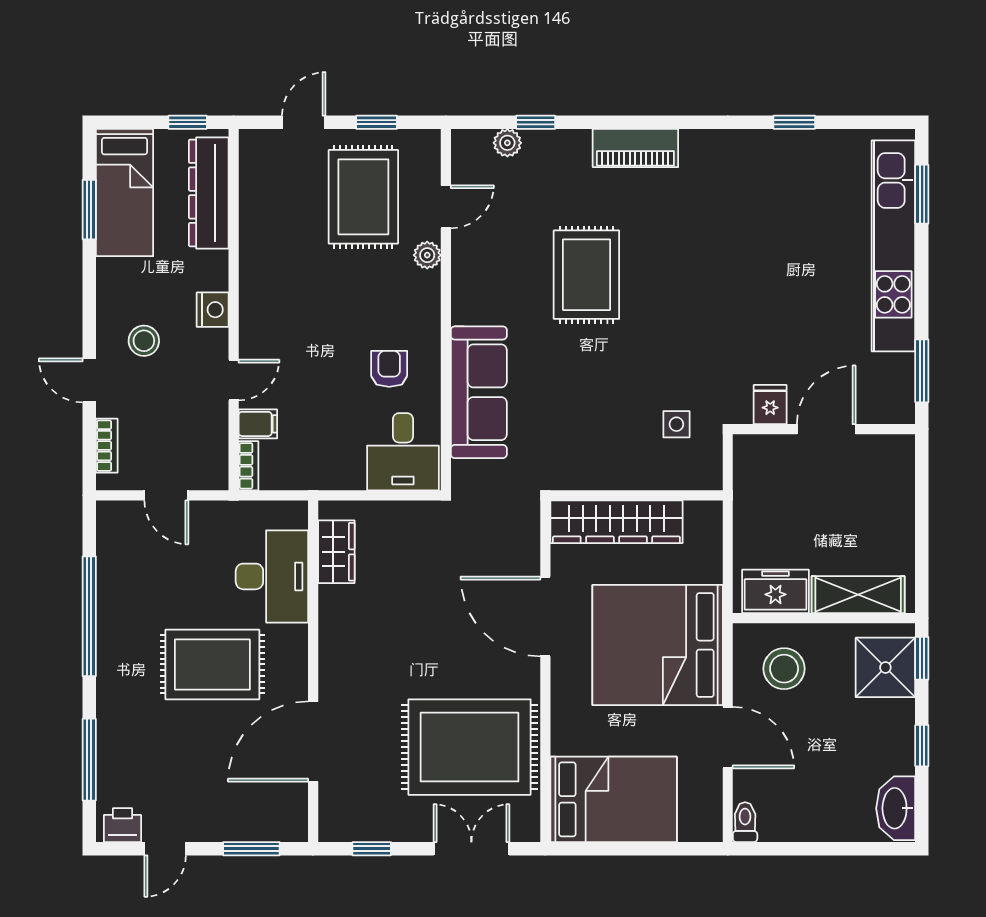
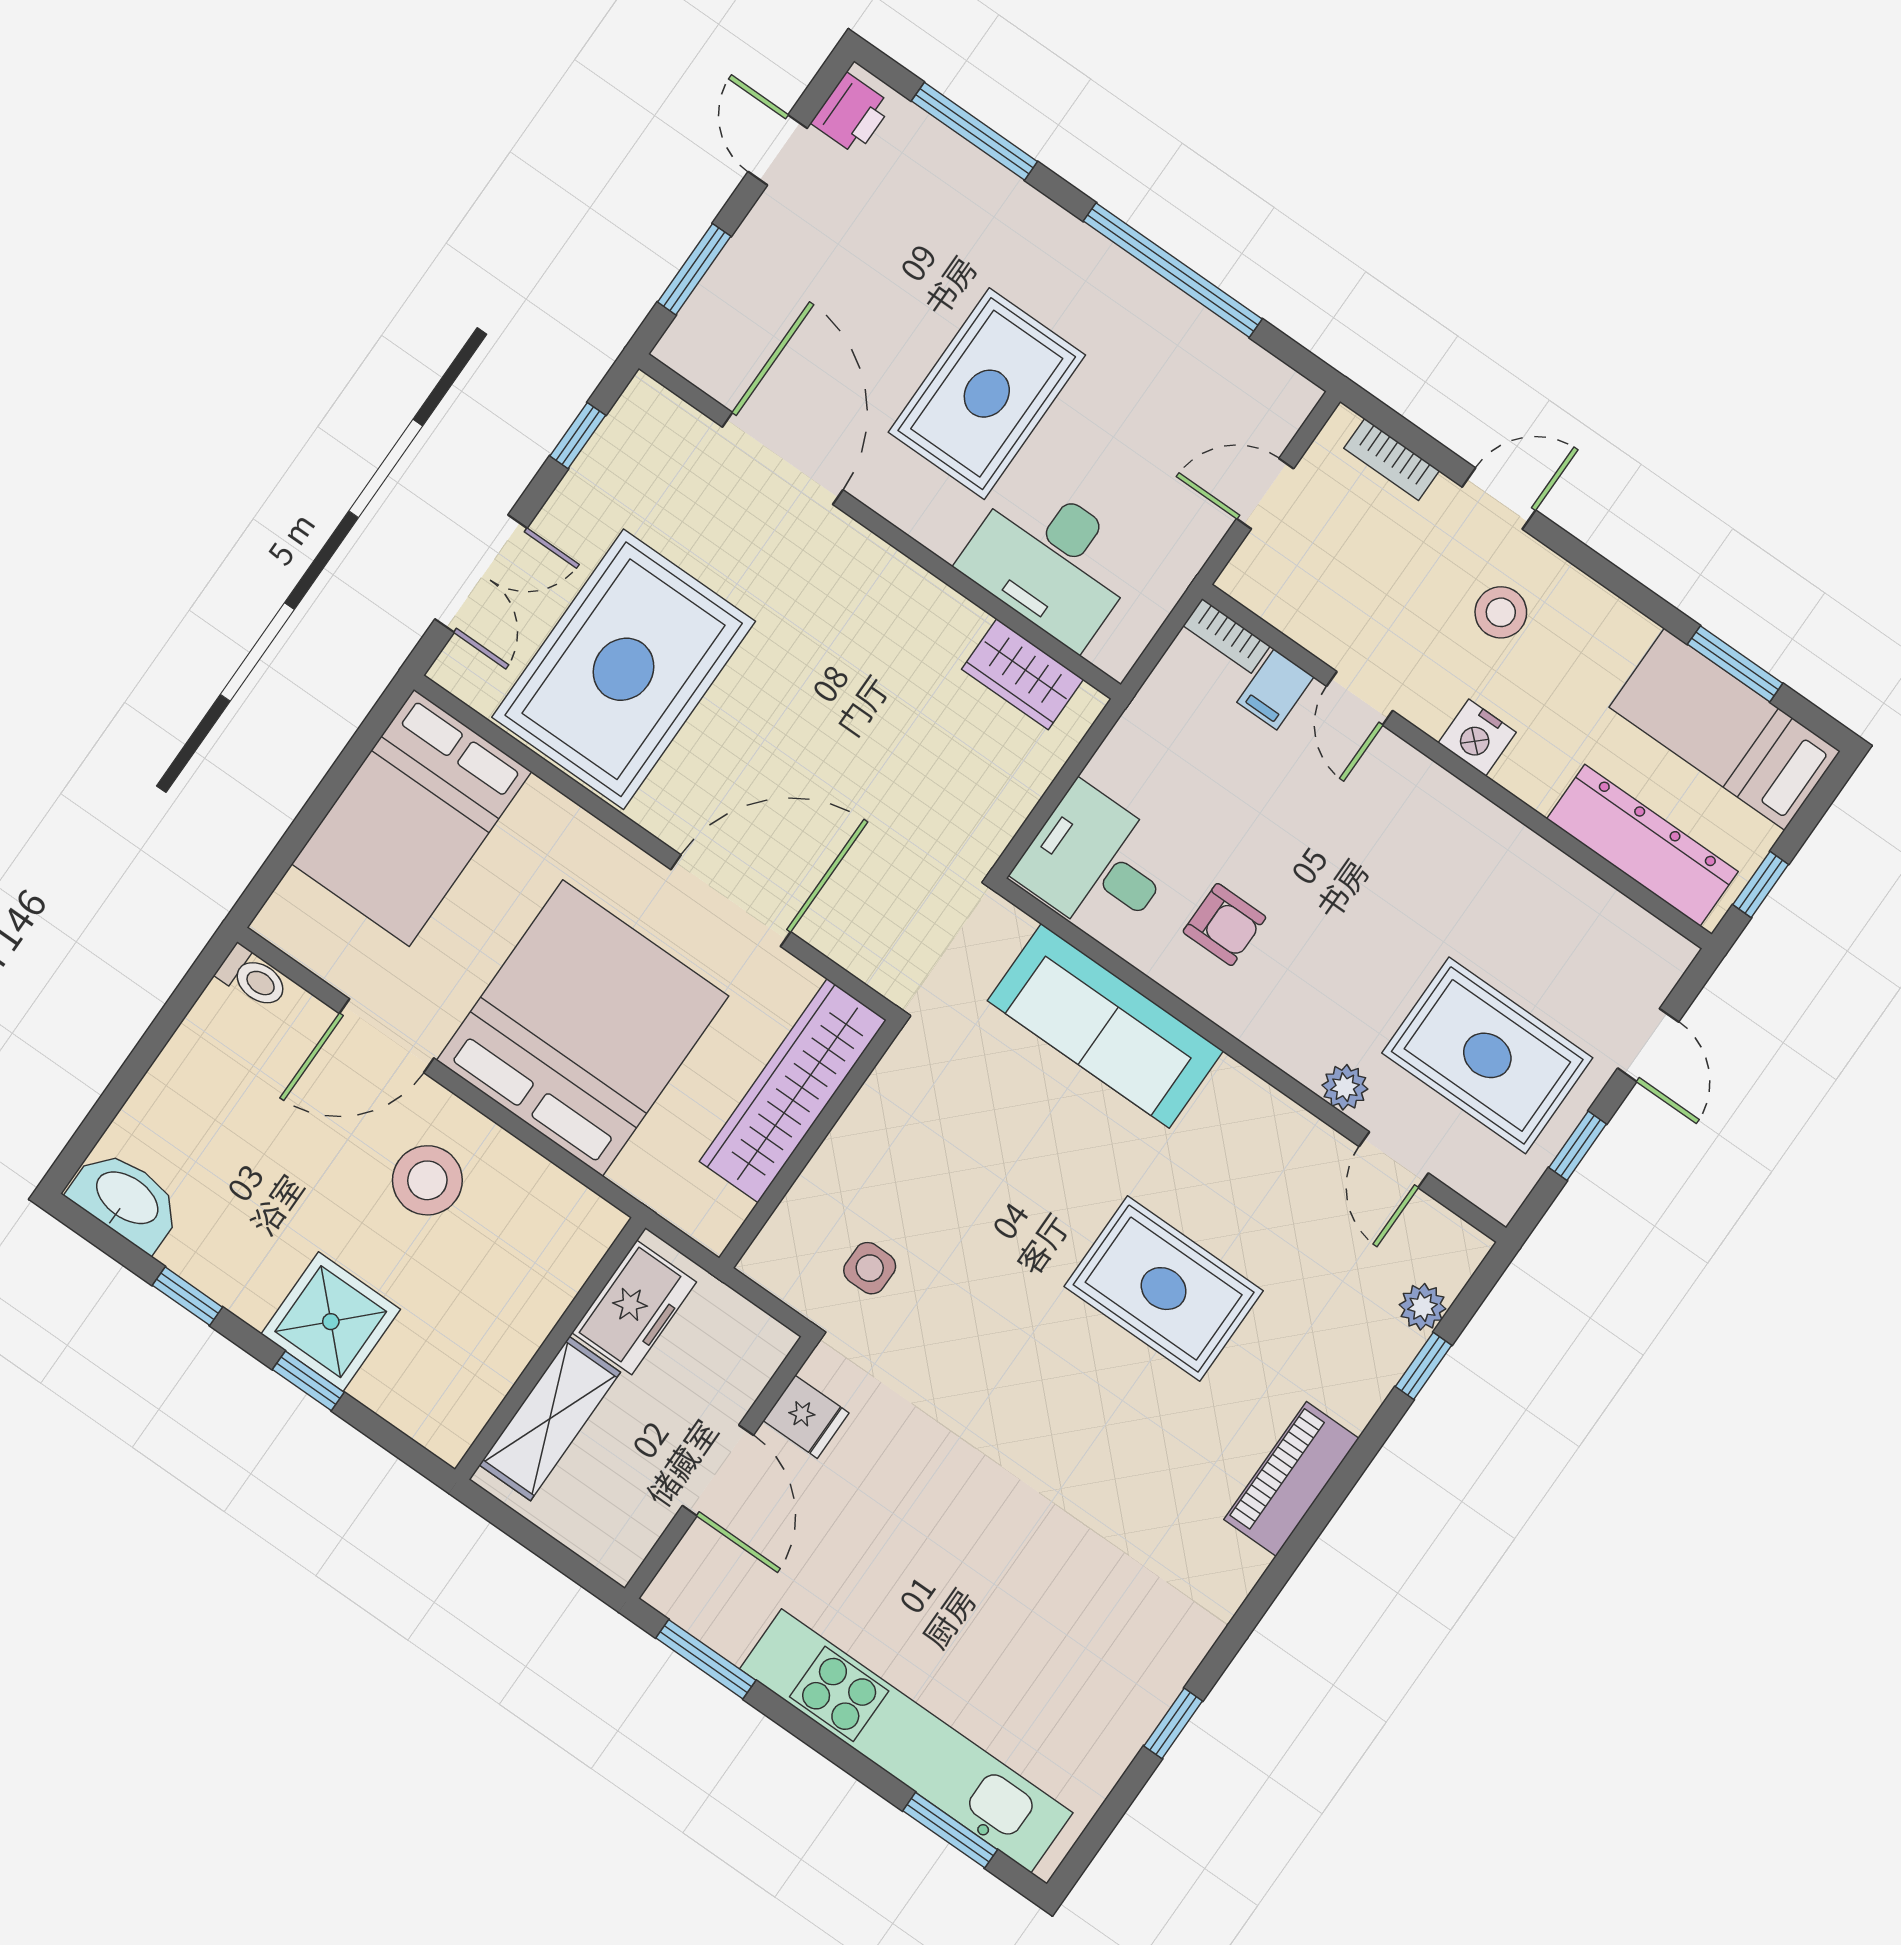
freezer: (775, 591) -> (634, 1307), moved
shelving: (858, 595) -> (550, 1419), moved
wall: (824, 618) -> (550, 1349), moved

